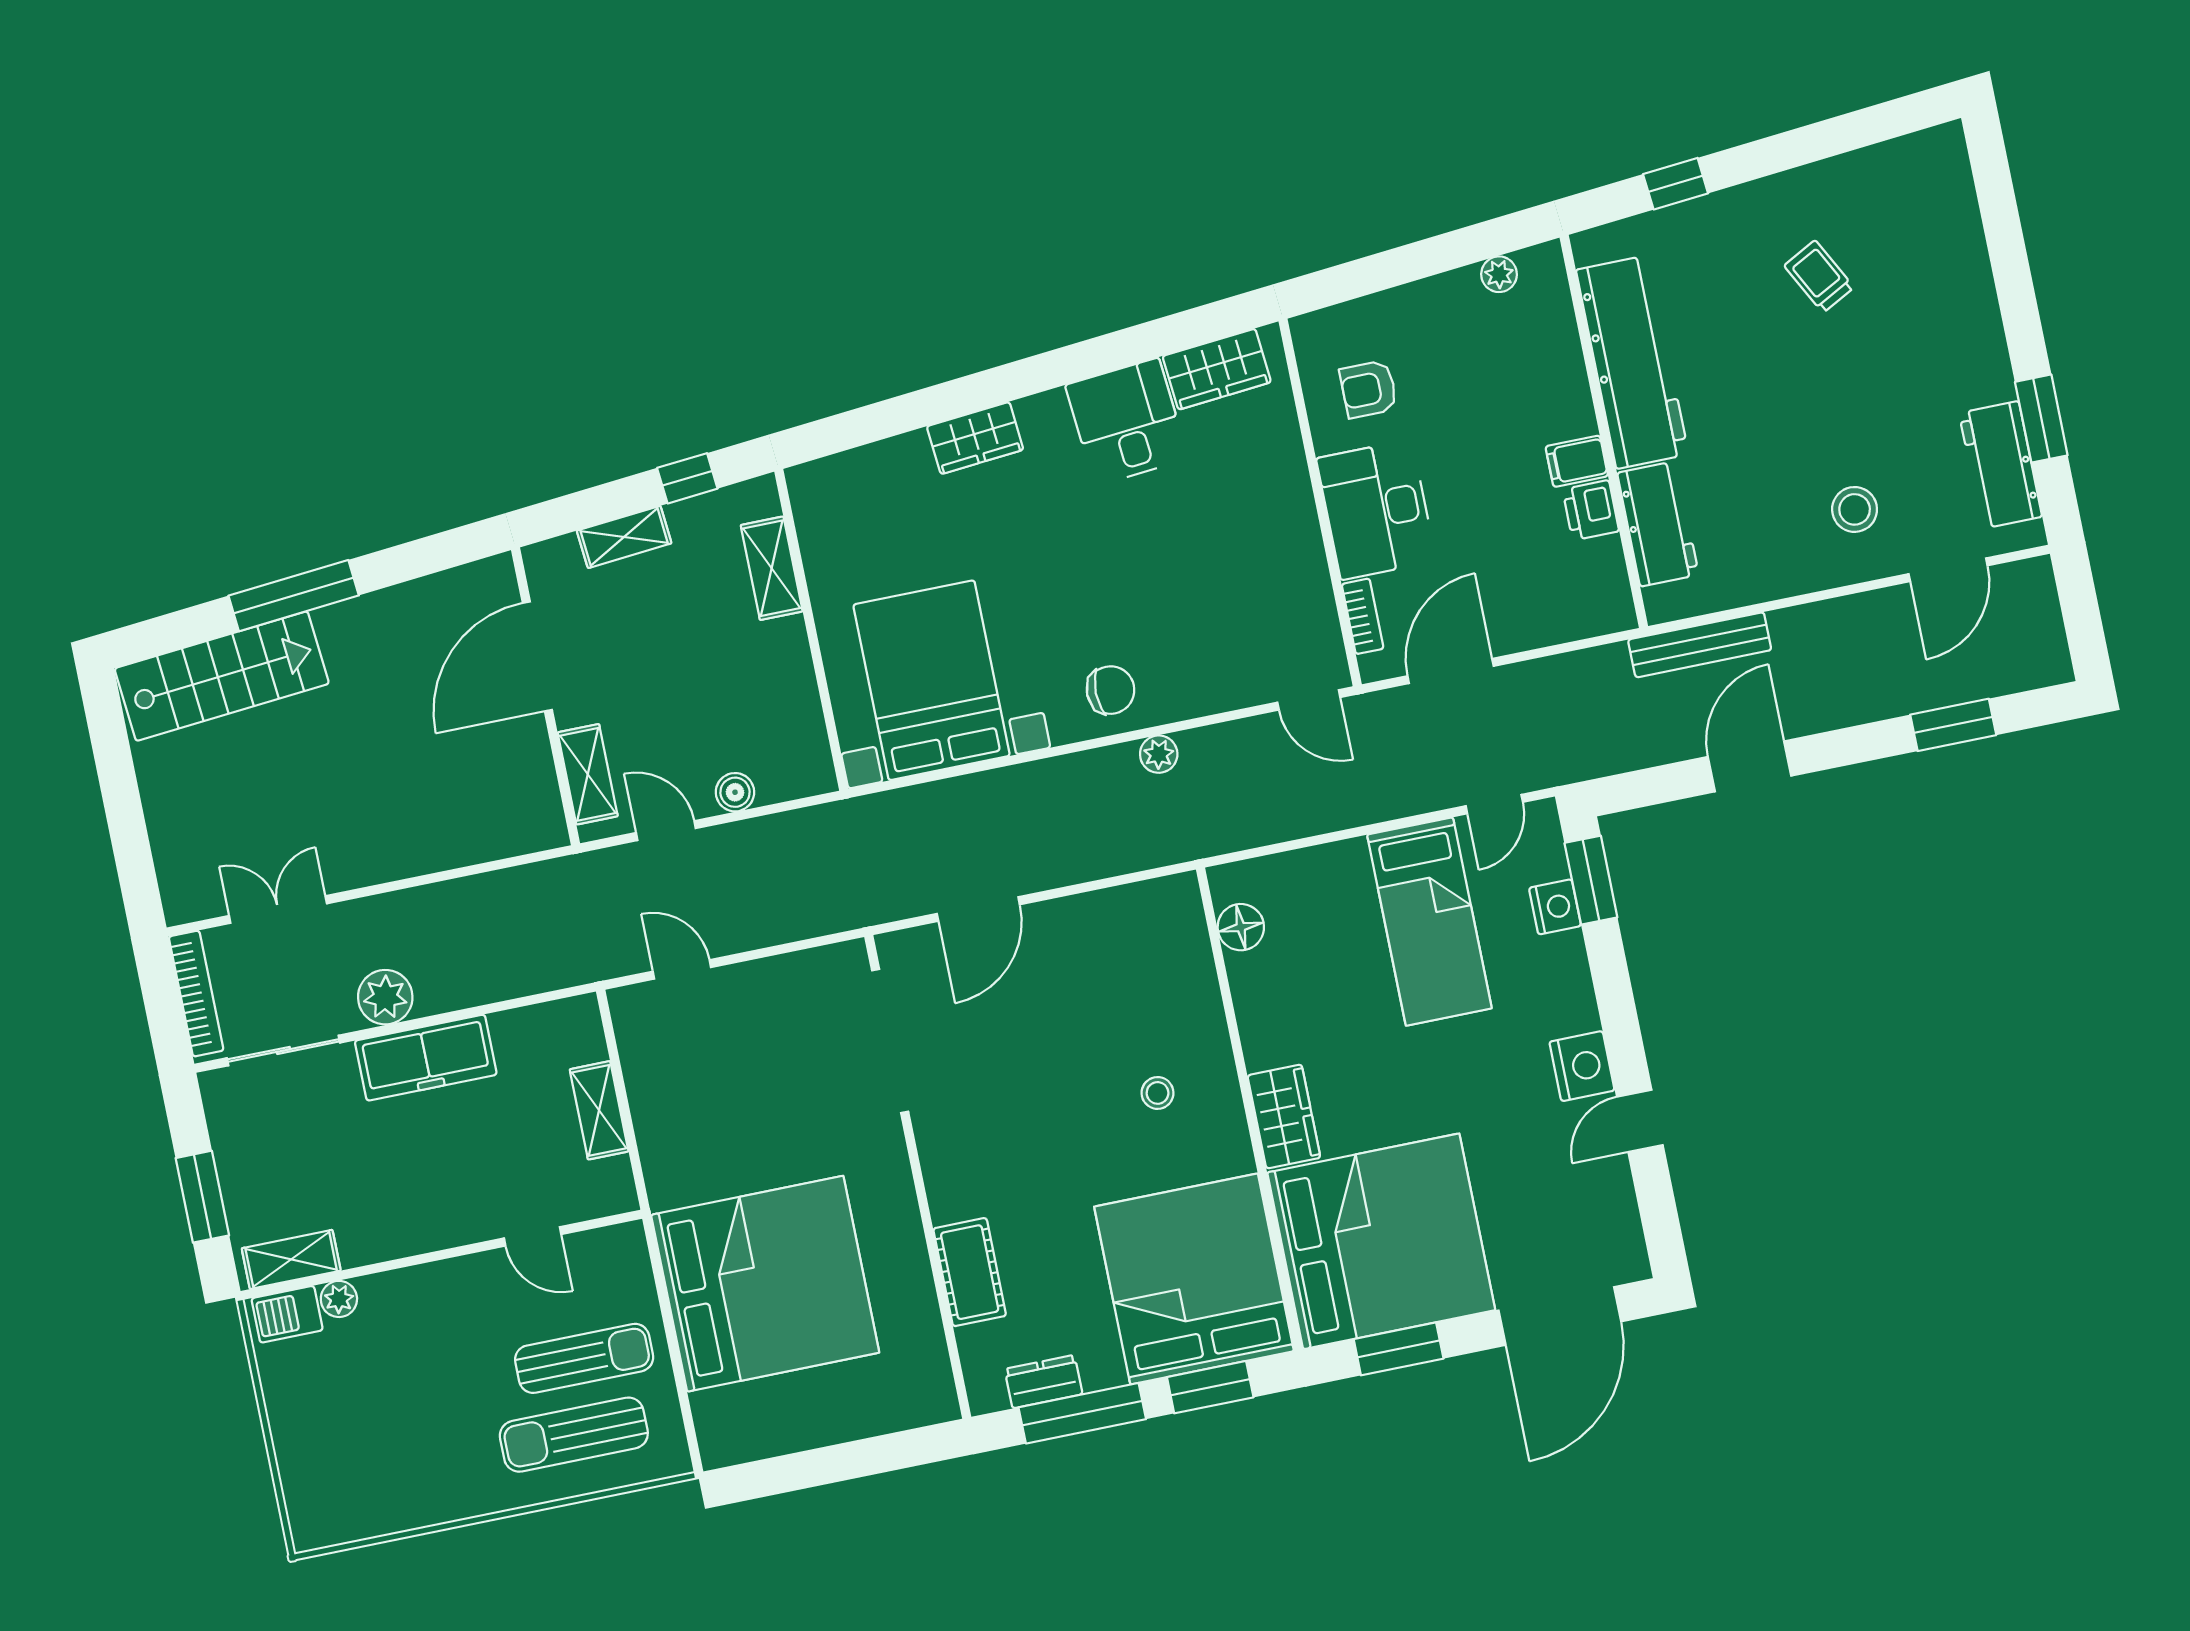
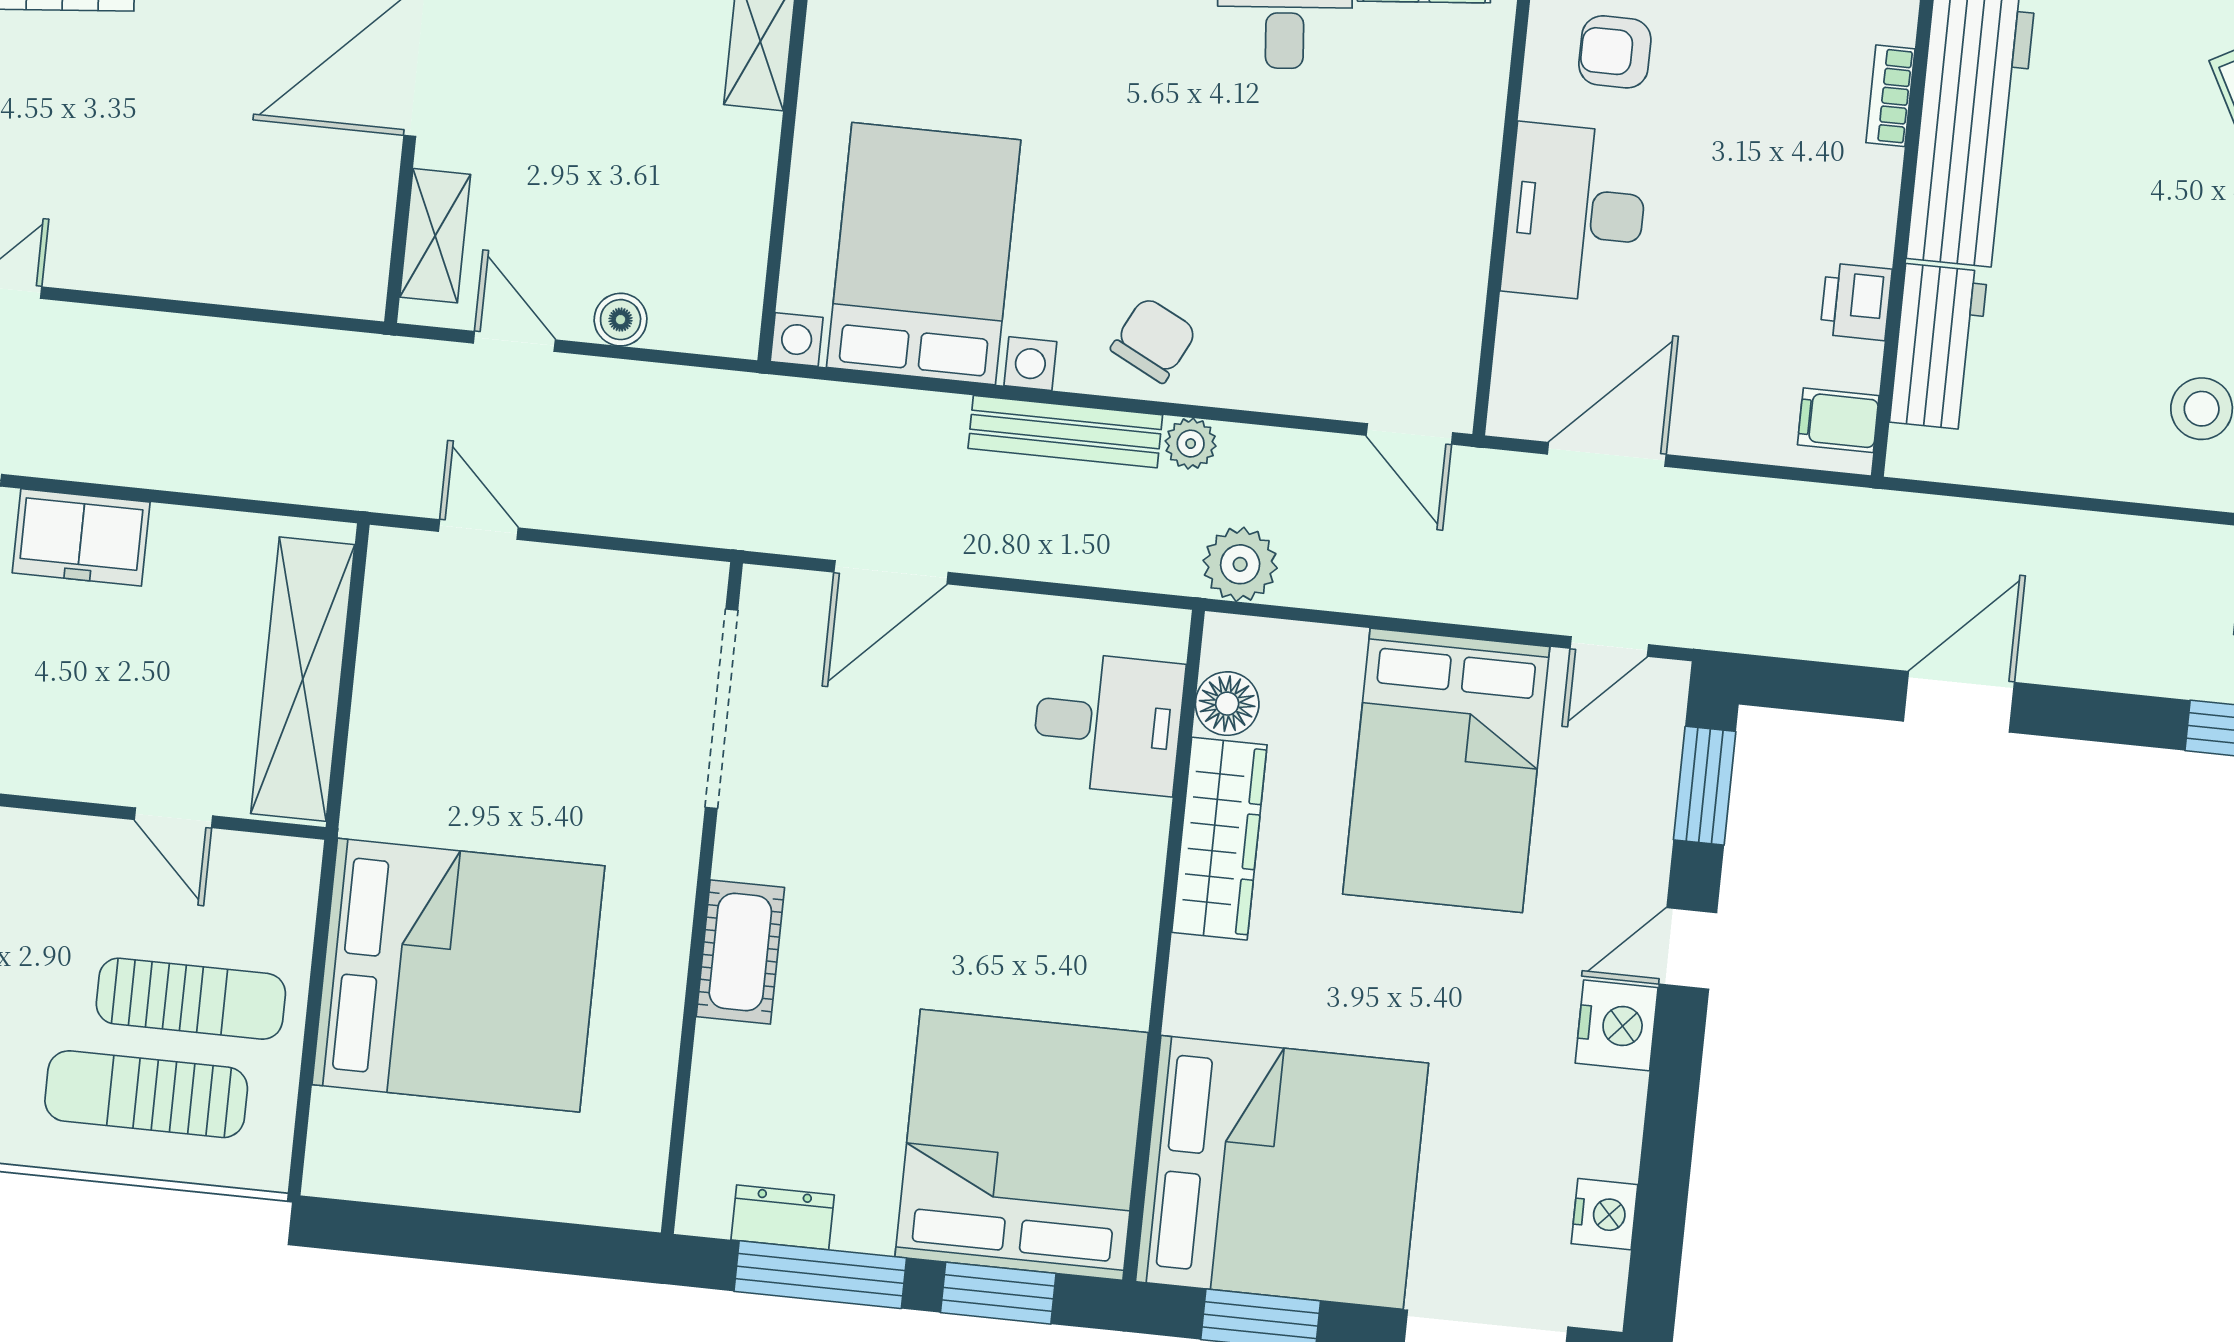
filing cabinet: (1577, 461) -> (1838, 420), moved
bookcase: (1363, 616) -> (1890, 96), moved, turned 180
bench: (1700, 645) -> (1065, 432), moved
chair: (1111, 690) -> (1154, 340), turned -63
nightstand: (1555, 907) -> (1604, 1214), moved
bed: (1429, 922) -> (1446, 770), width x1.50
desk: (1162, 967) -> (1108, 723), added
plant: (385, 997) -> (1240, 564), moved
freezer: (426, 1058) -> (81, 537), width x0.71
stool: (1158, 1093) -> (1050, 886), removed
shelving: (599, 1110) -> (303, 679), width x2.20, depth x1.33
wardrobe: (1284, 1117) -> (1219, 839), moved, width x1.50
door: (1640, 1121) -> (1688, 948), moved
cot: (970, 1272) -> (740, 952), moved

